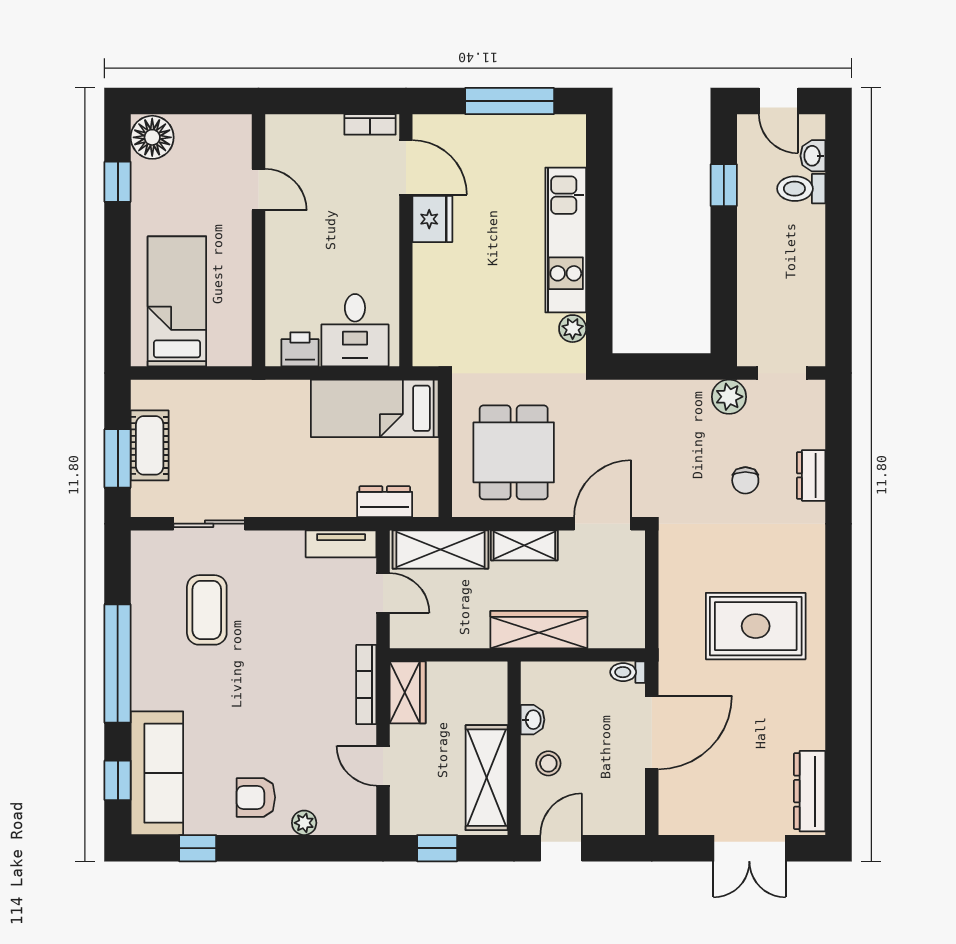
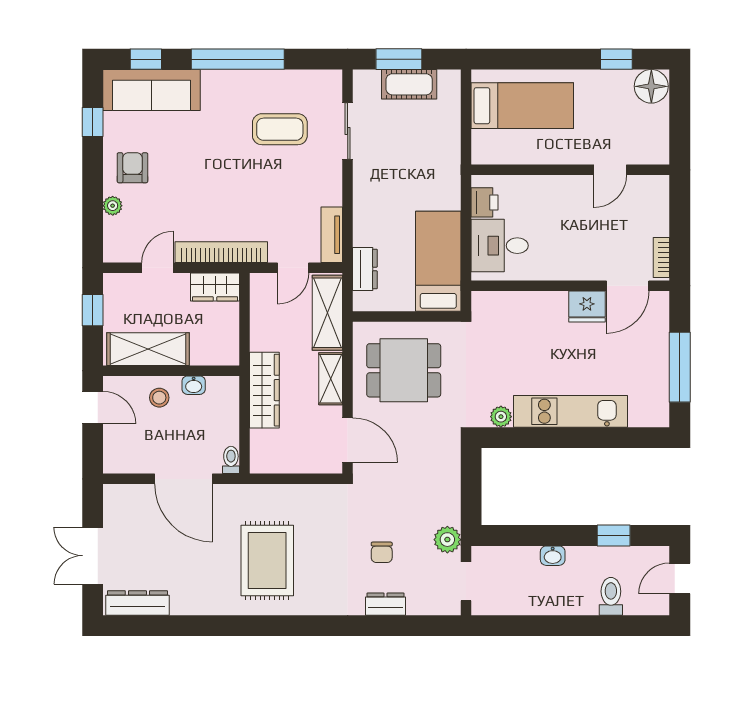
washbasin: (813, 156) -> (553, 556), moved, turned 180
chair: (745, 480) -> (382, 552), turned -90
bookcase: (366, 684) -> (221, 252), width x1.48, depth x1.31

